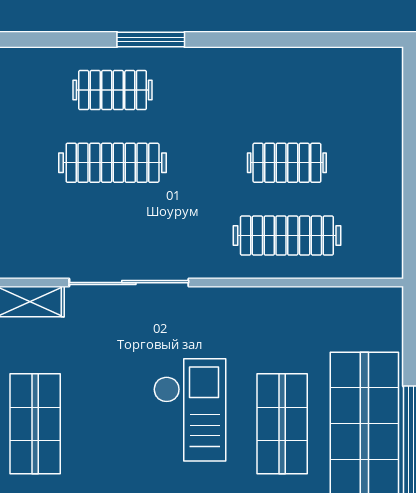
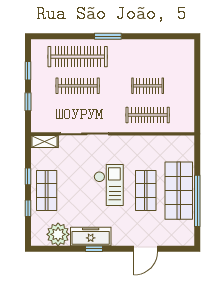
window: (151, 39) -> (108, 36), moved
clothes rail: (113, 90) -> (78, 57), width x1.86, depth x1.31

